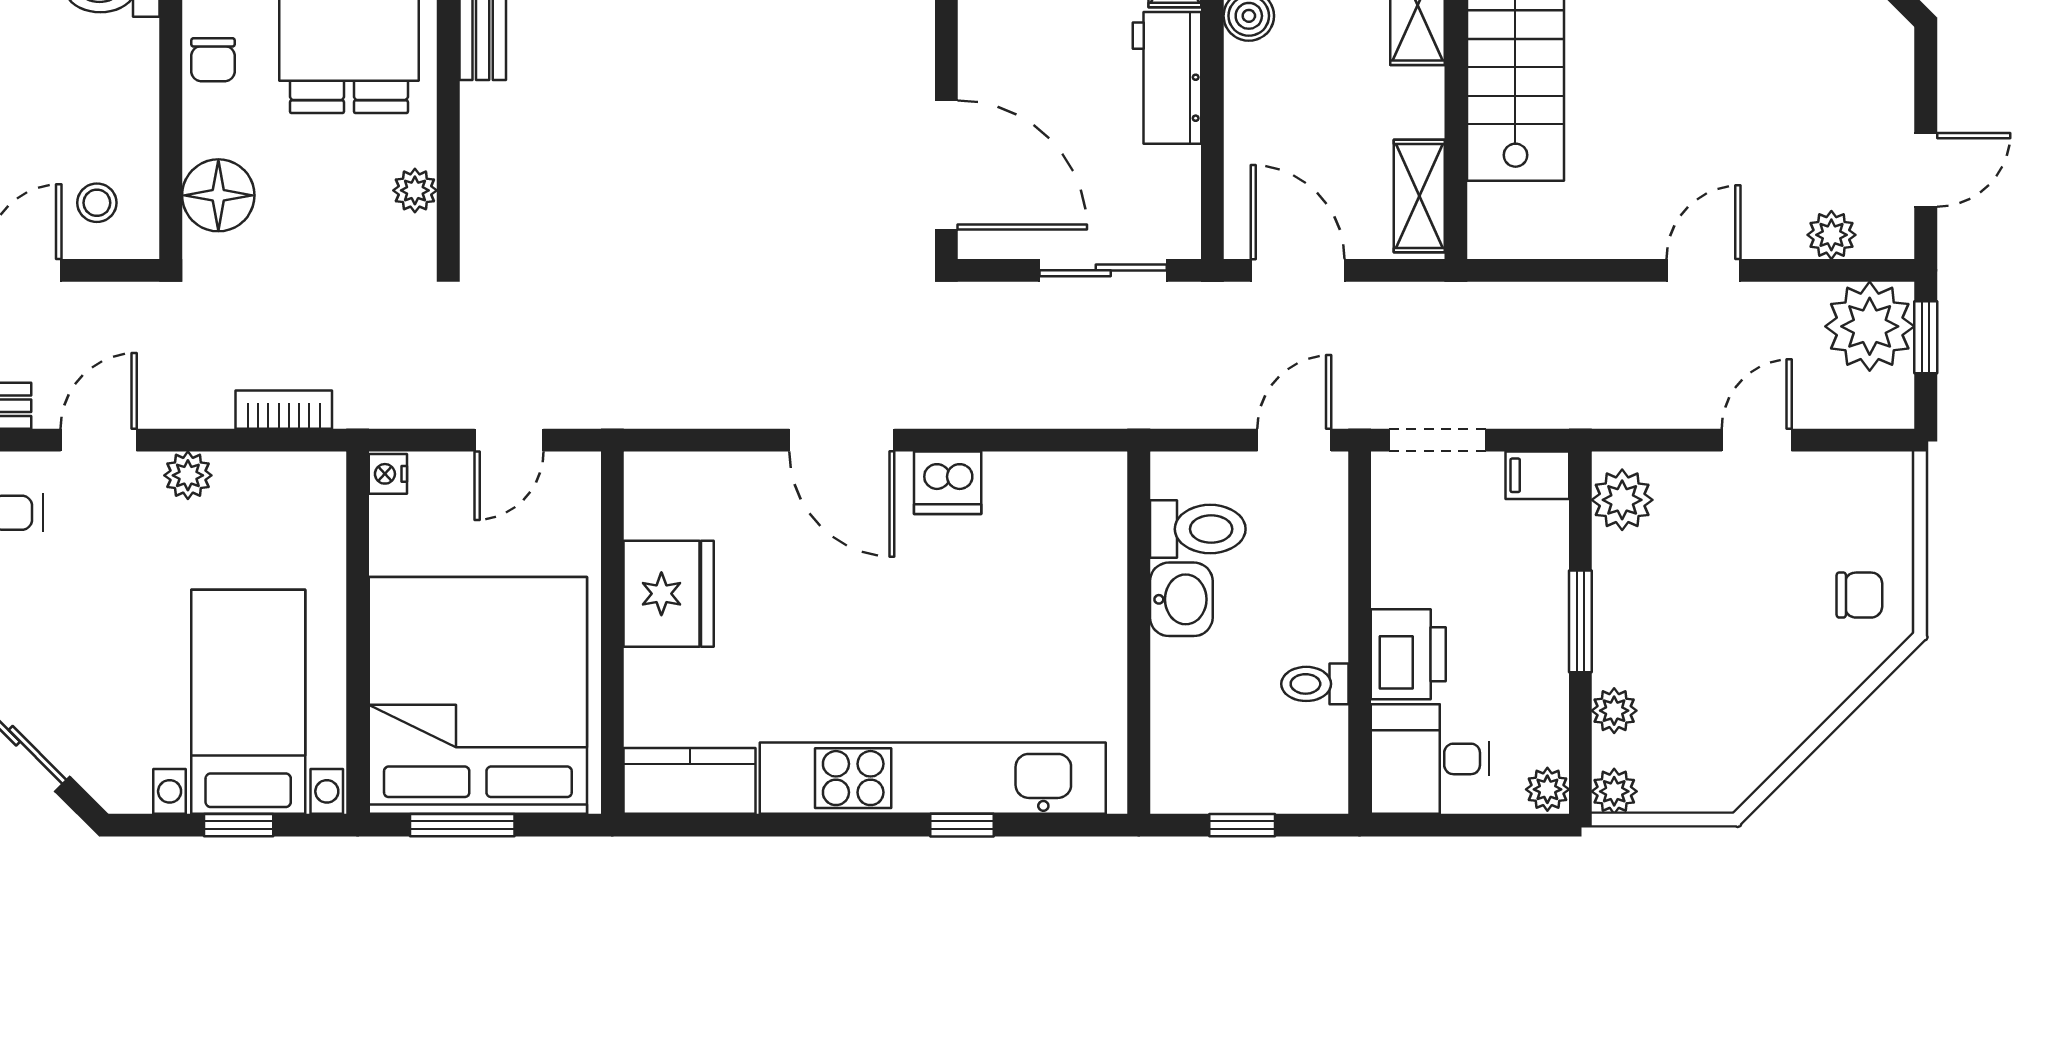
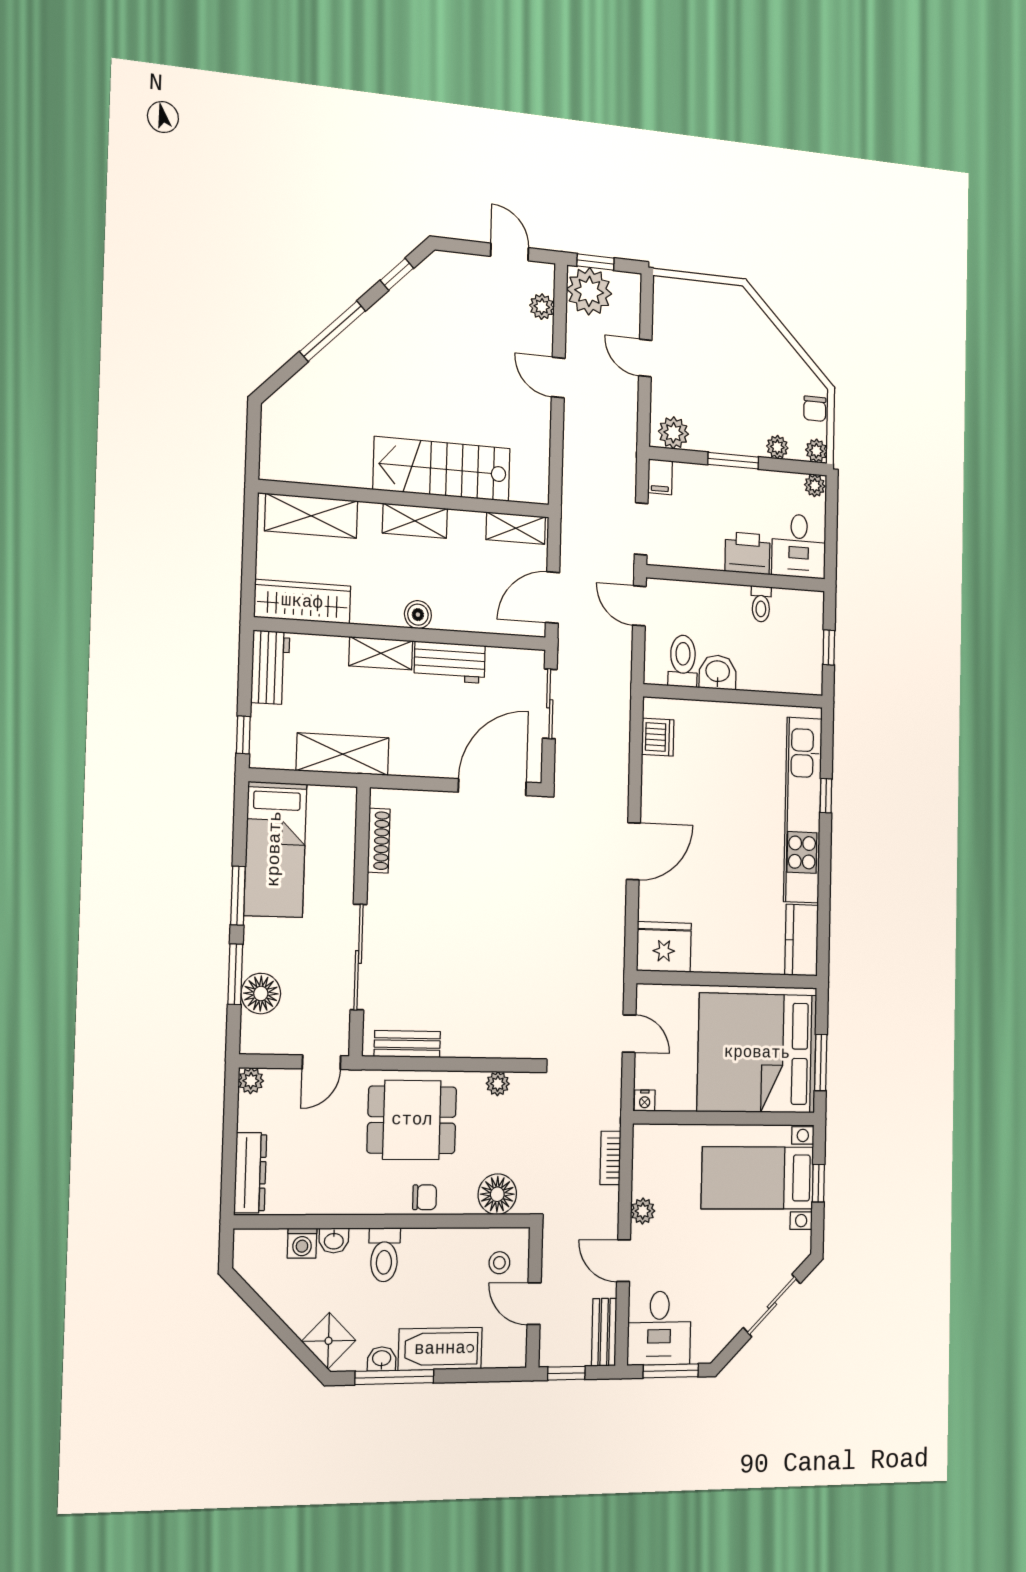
dishwasher: (948, 483) -> (658, 737), moved
fridge: (669, 594) -> (664, 947), moved
chair: (1859, 595) -> (815, 409), moved, turned 180

